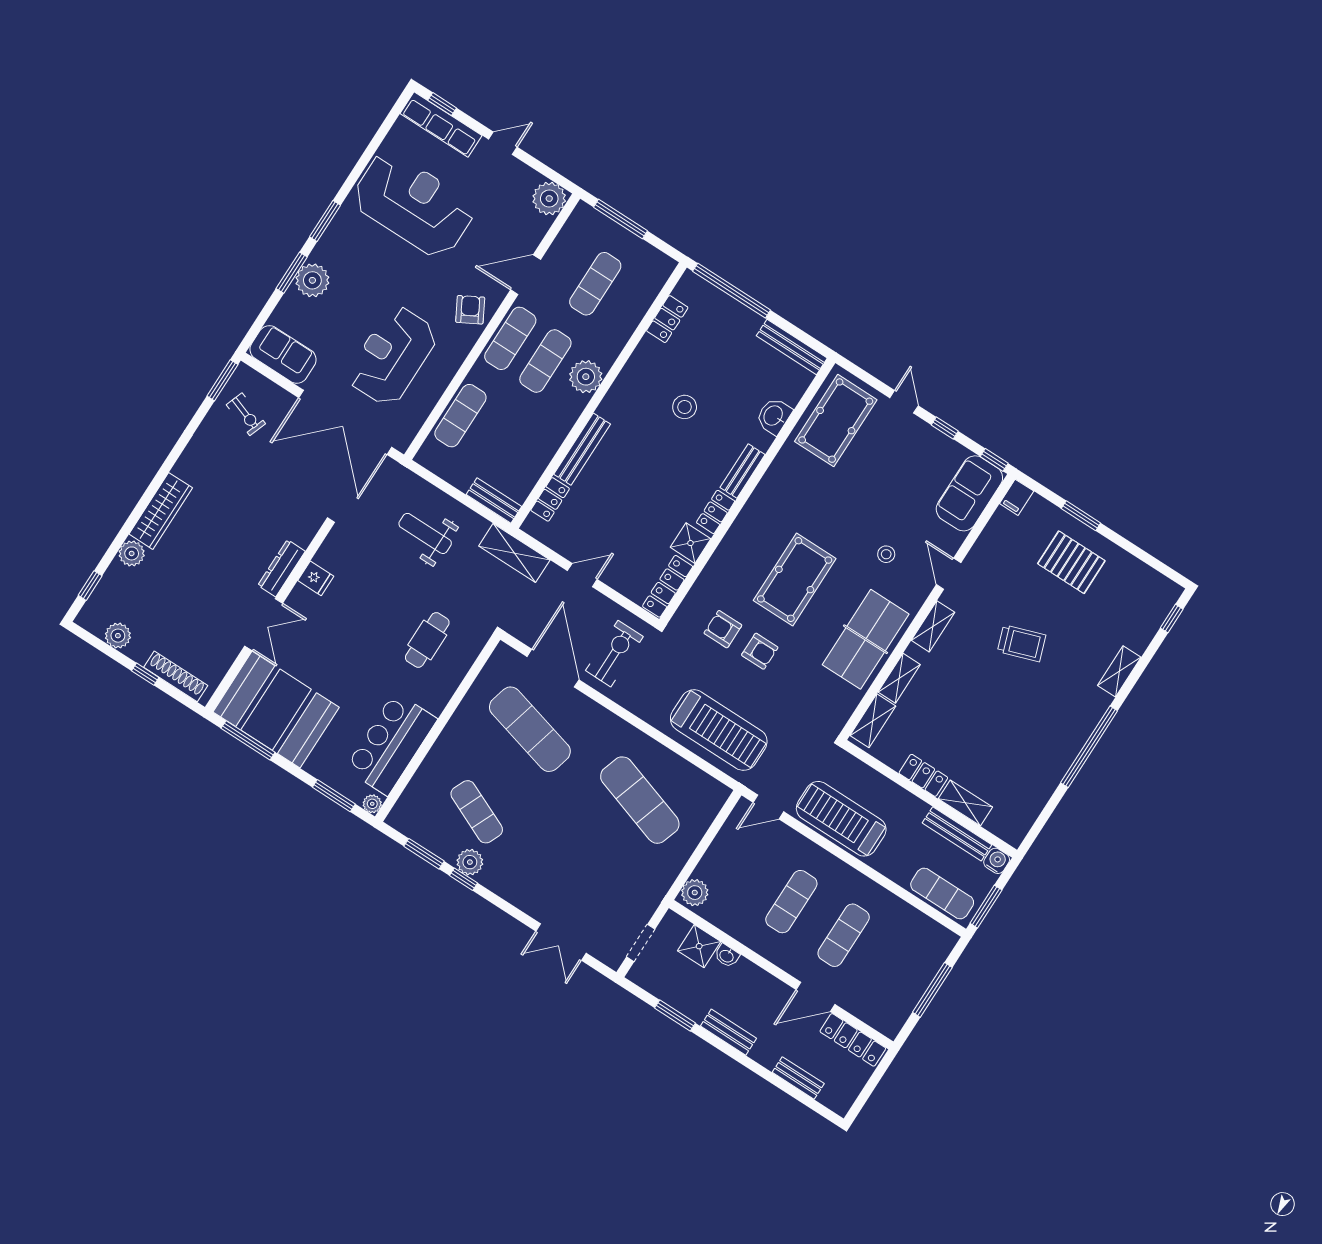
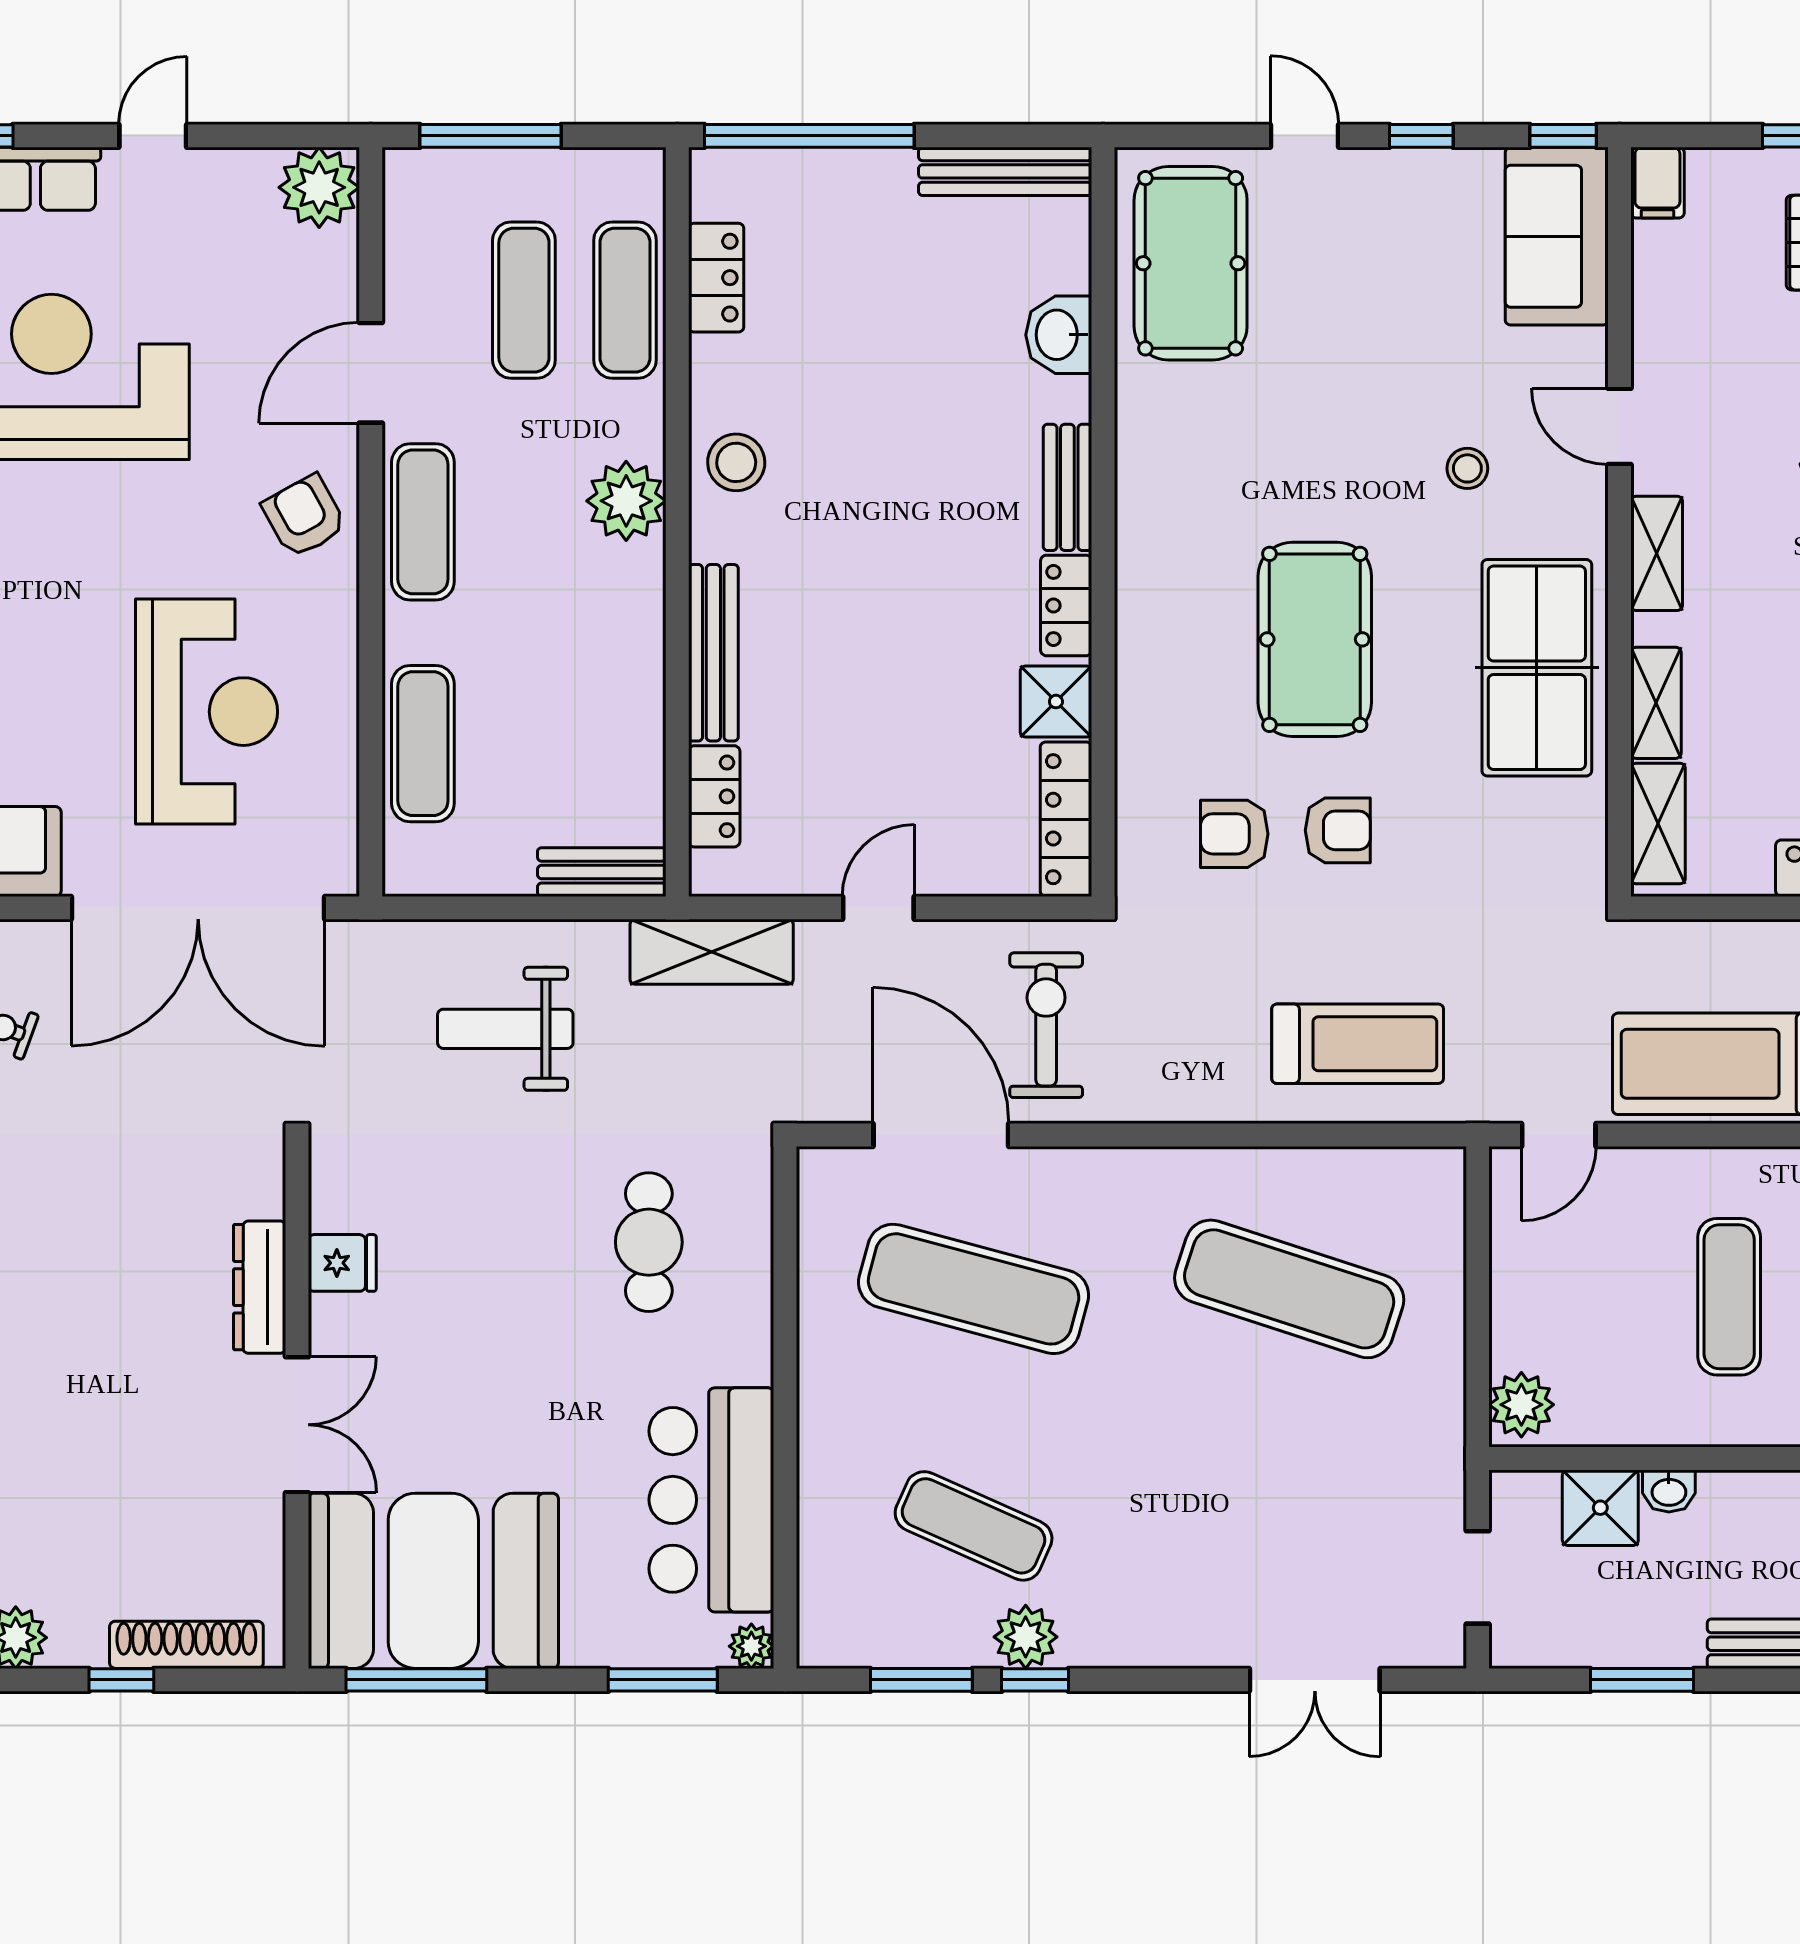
reception desk: (392, 356) -> (207, 712), turned 180
exercise mat: (545, 361) -> (625, 300), moved
stool: (685, 407) -> (736, 462), moved
treadmill: (719, 730) -> (1358, 1044), width x0.73, depth x0.73

